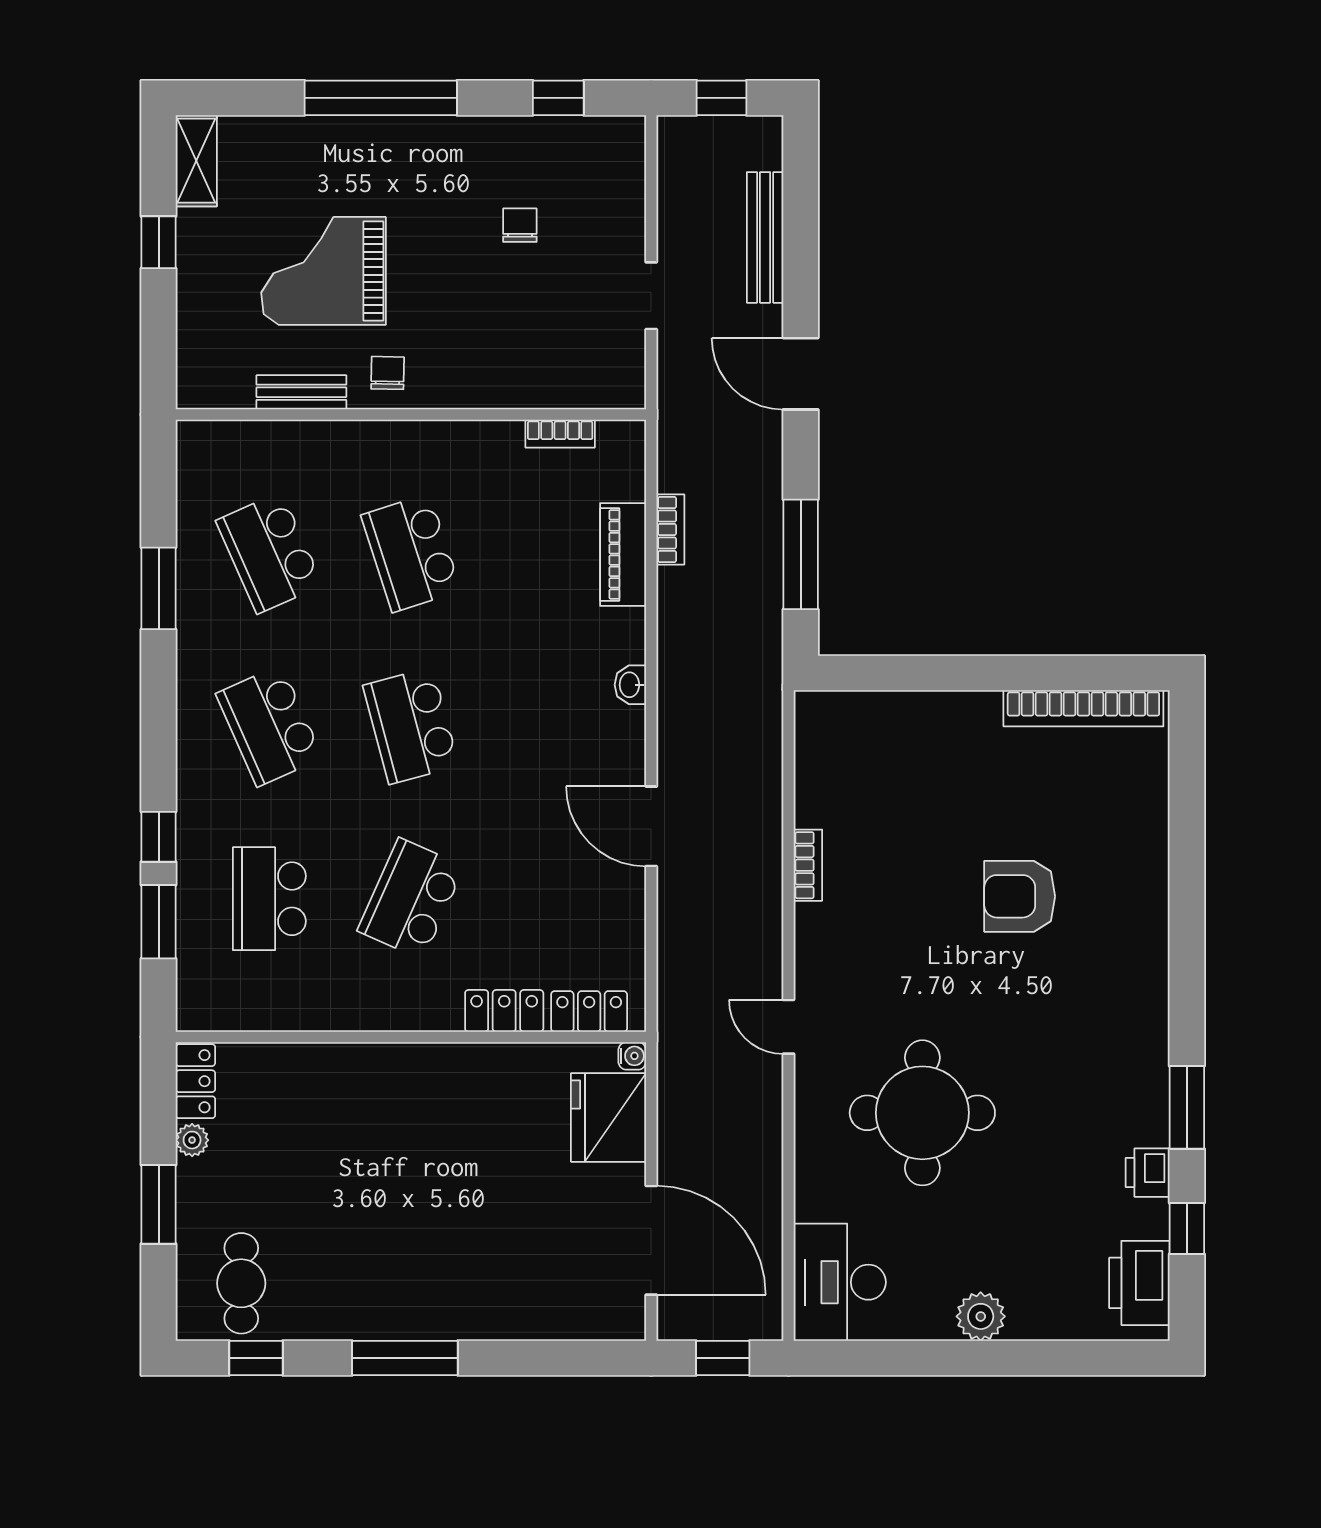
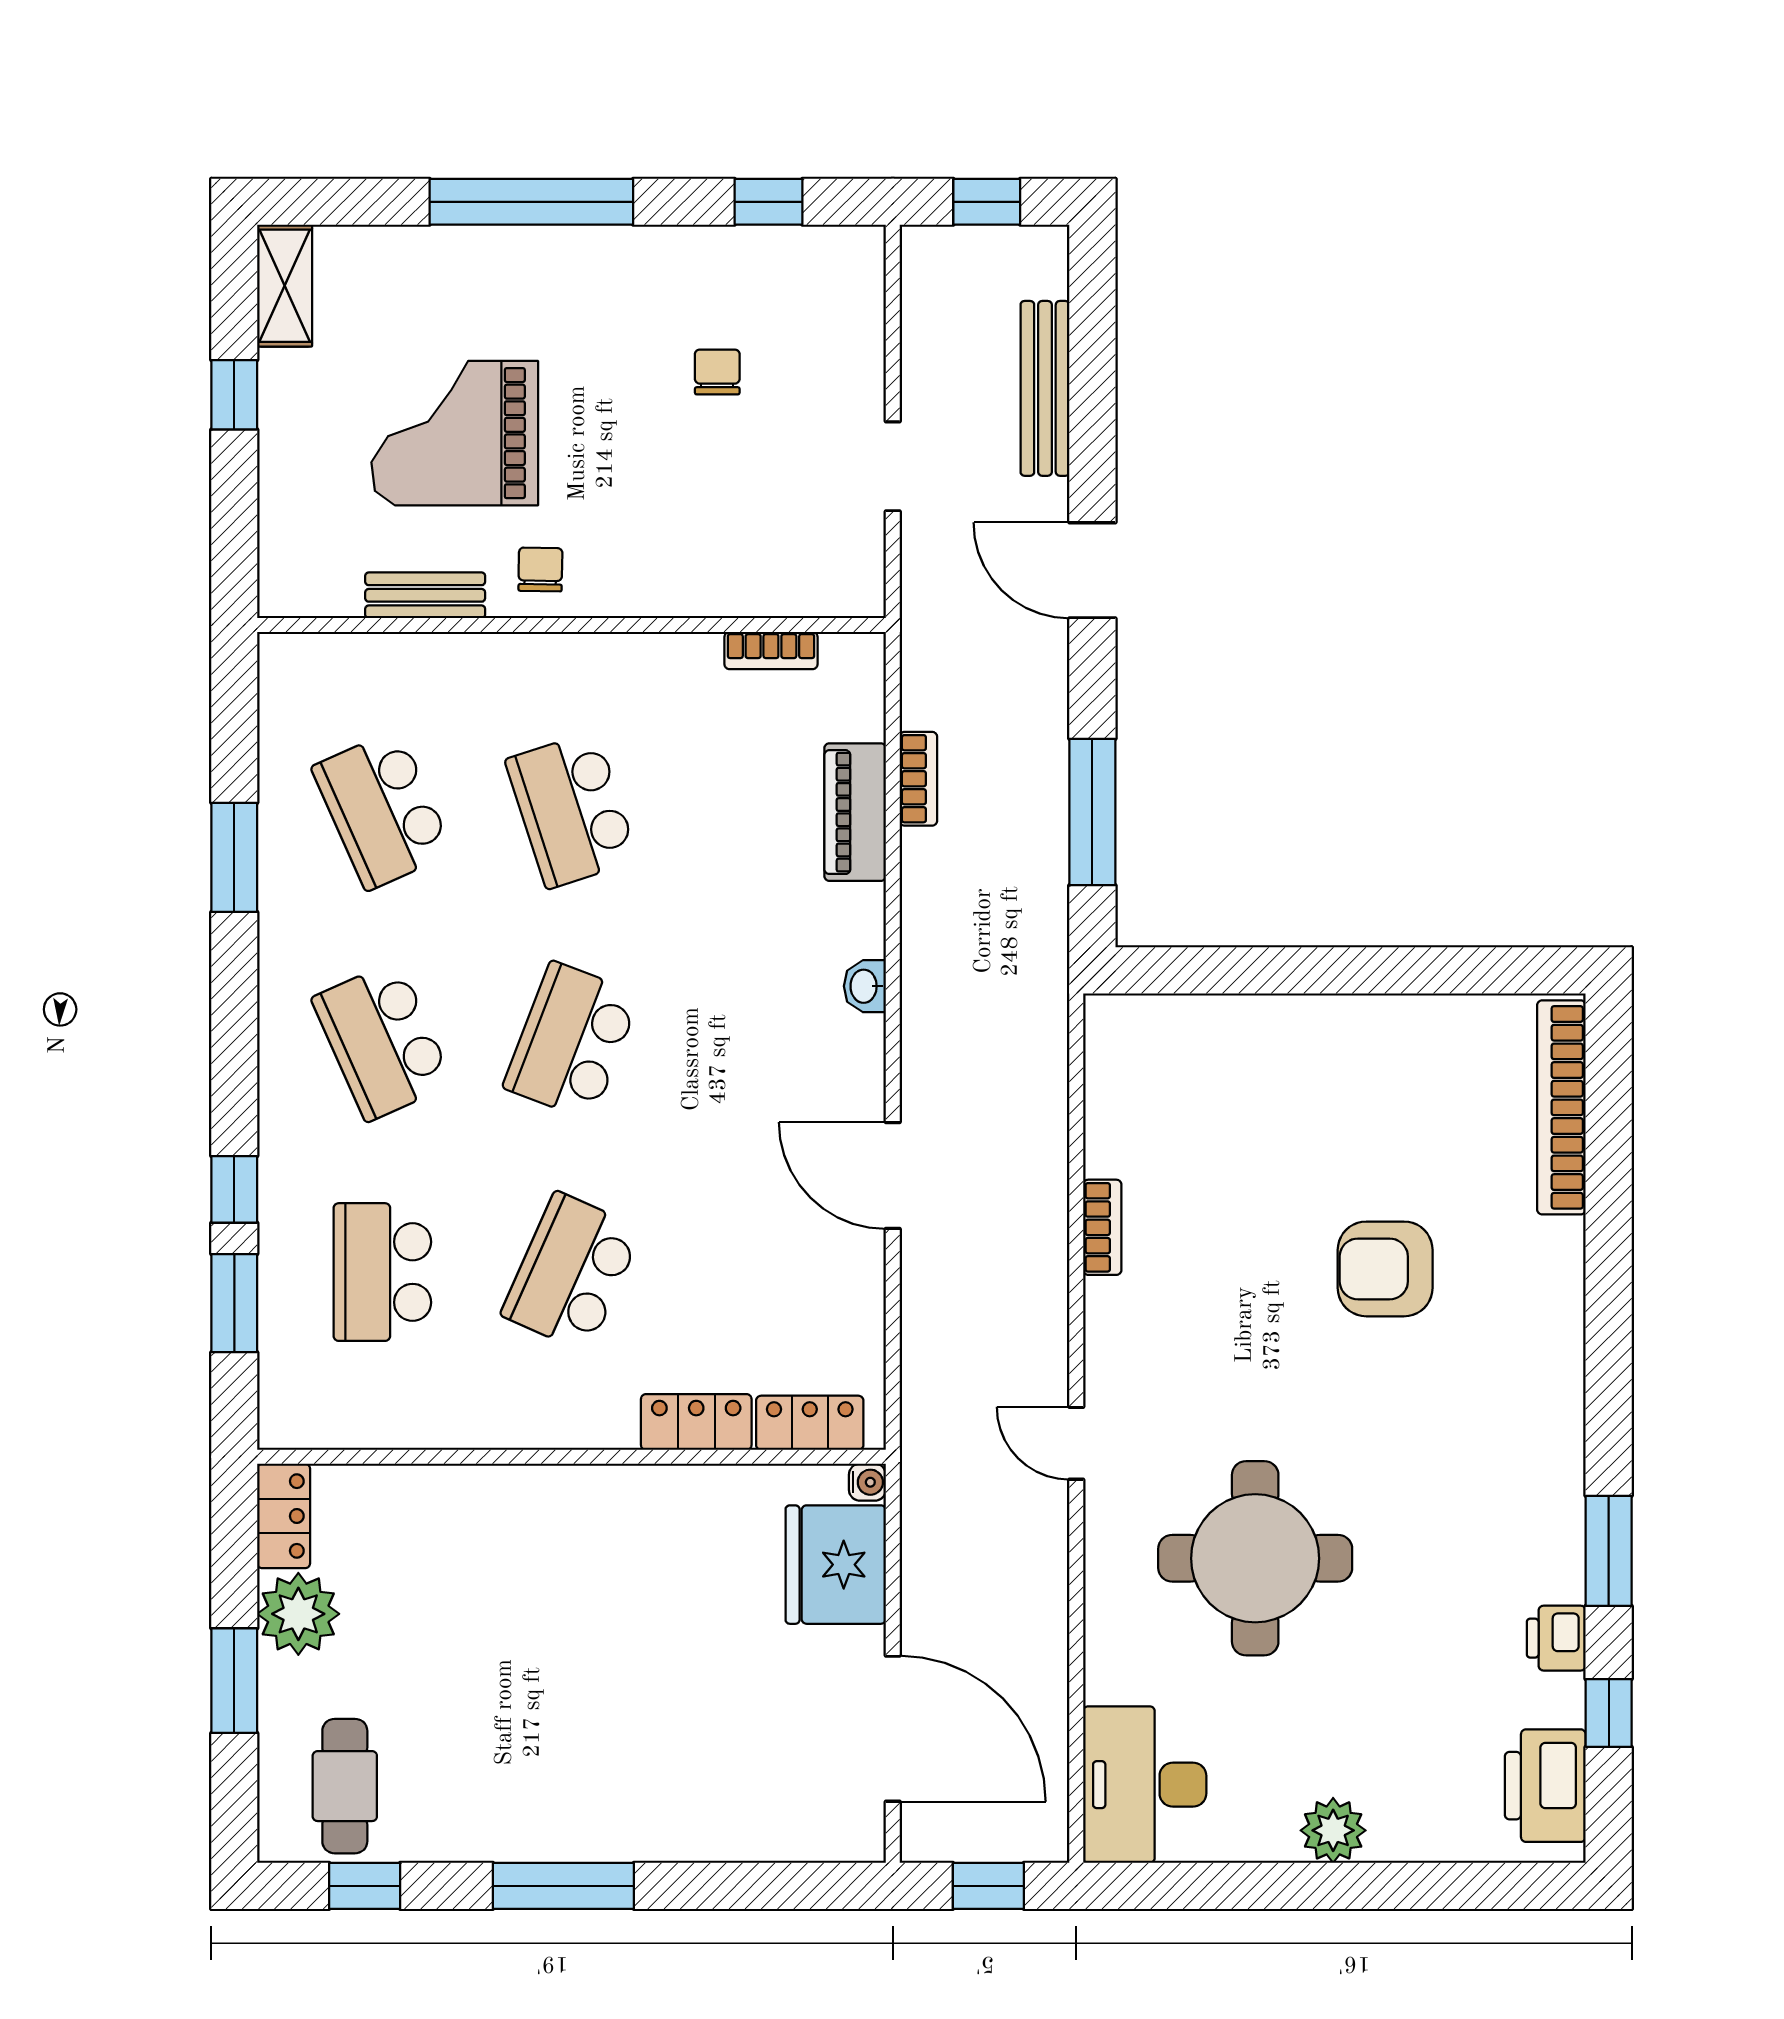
bookcase: (1083, 708) -> (1561, 1107), moved, turned 90
school desk: (411, 726) -> (572, 1041), turned 36
plant: (192, 1140) -> (298, 1614), width x1.88, depth x1.88

